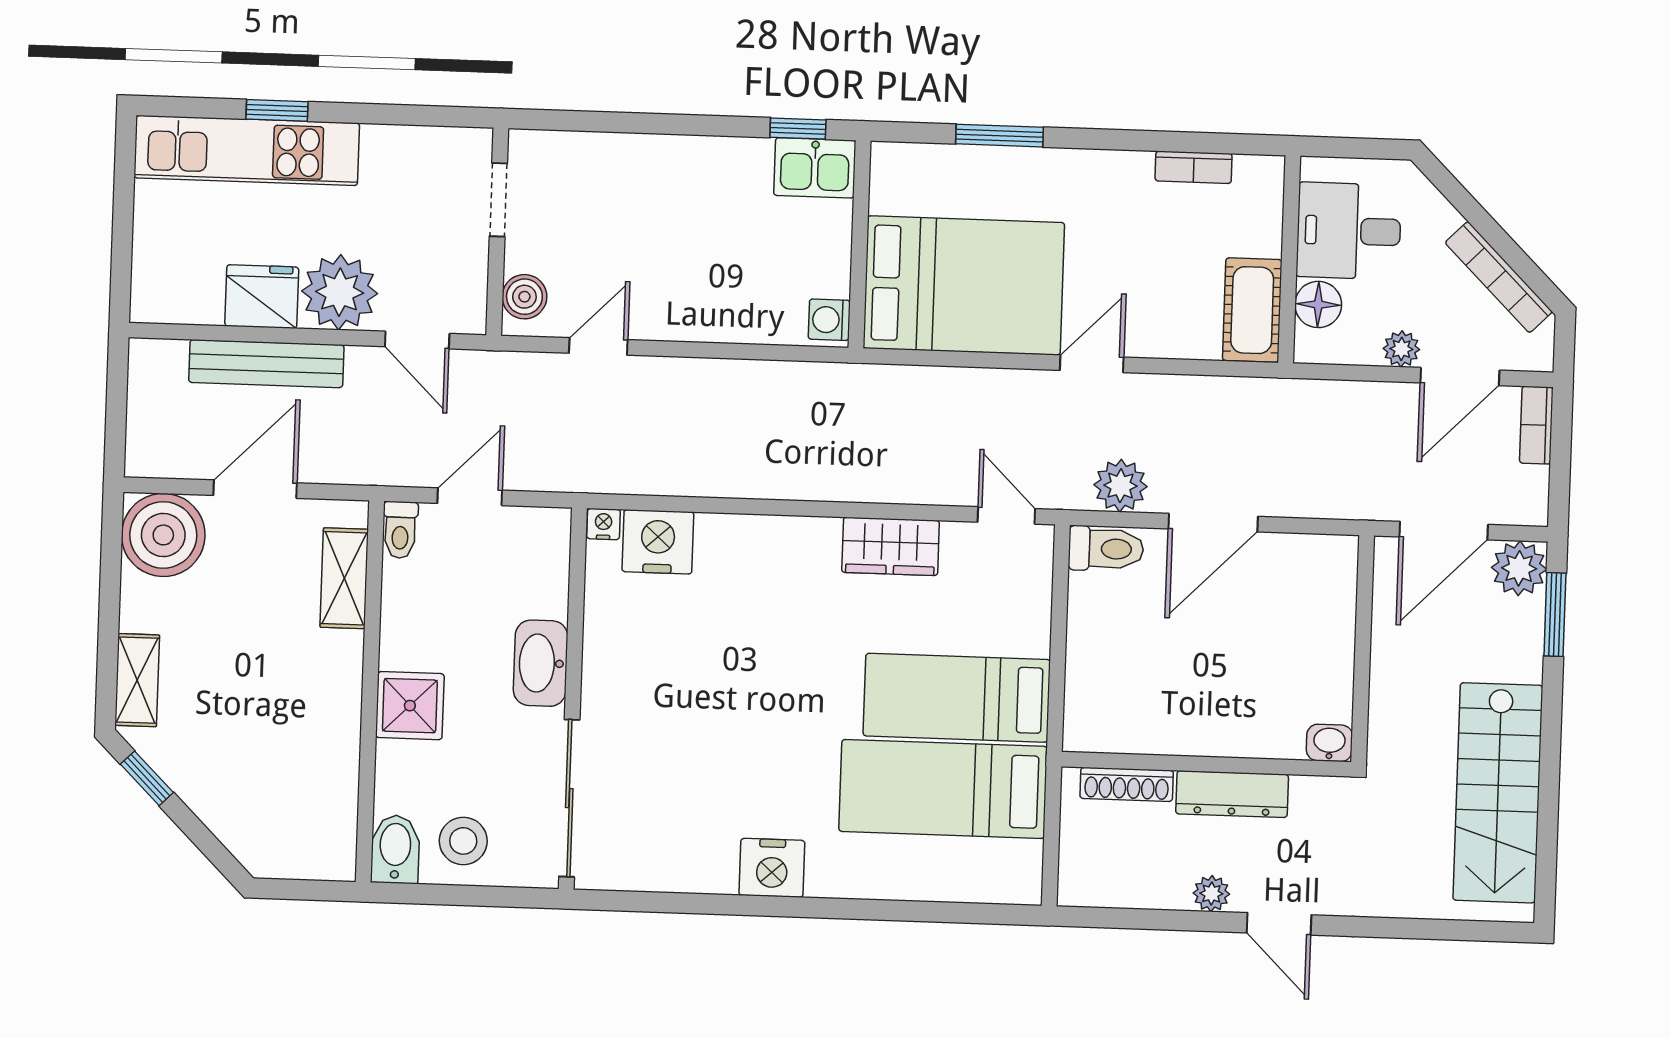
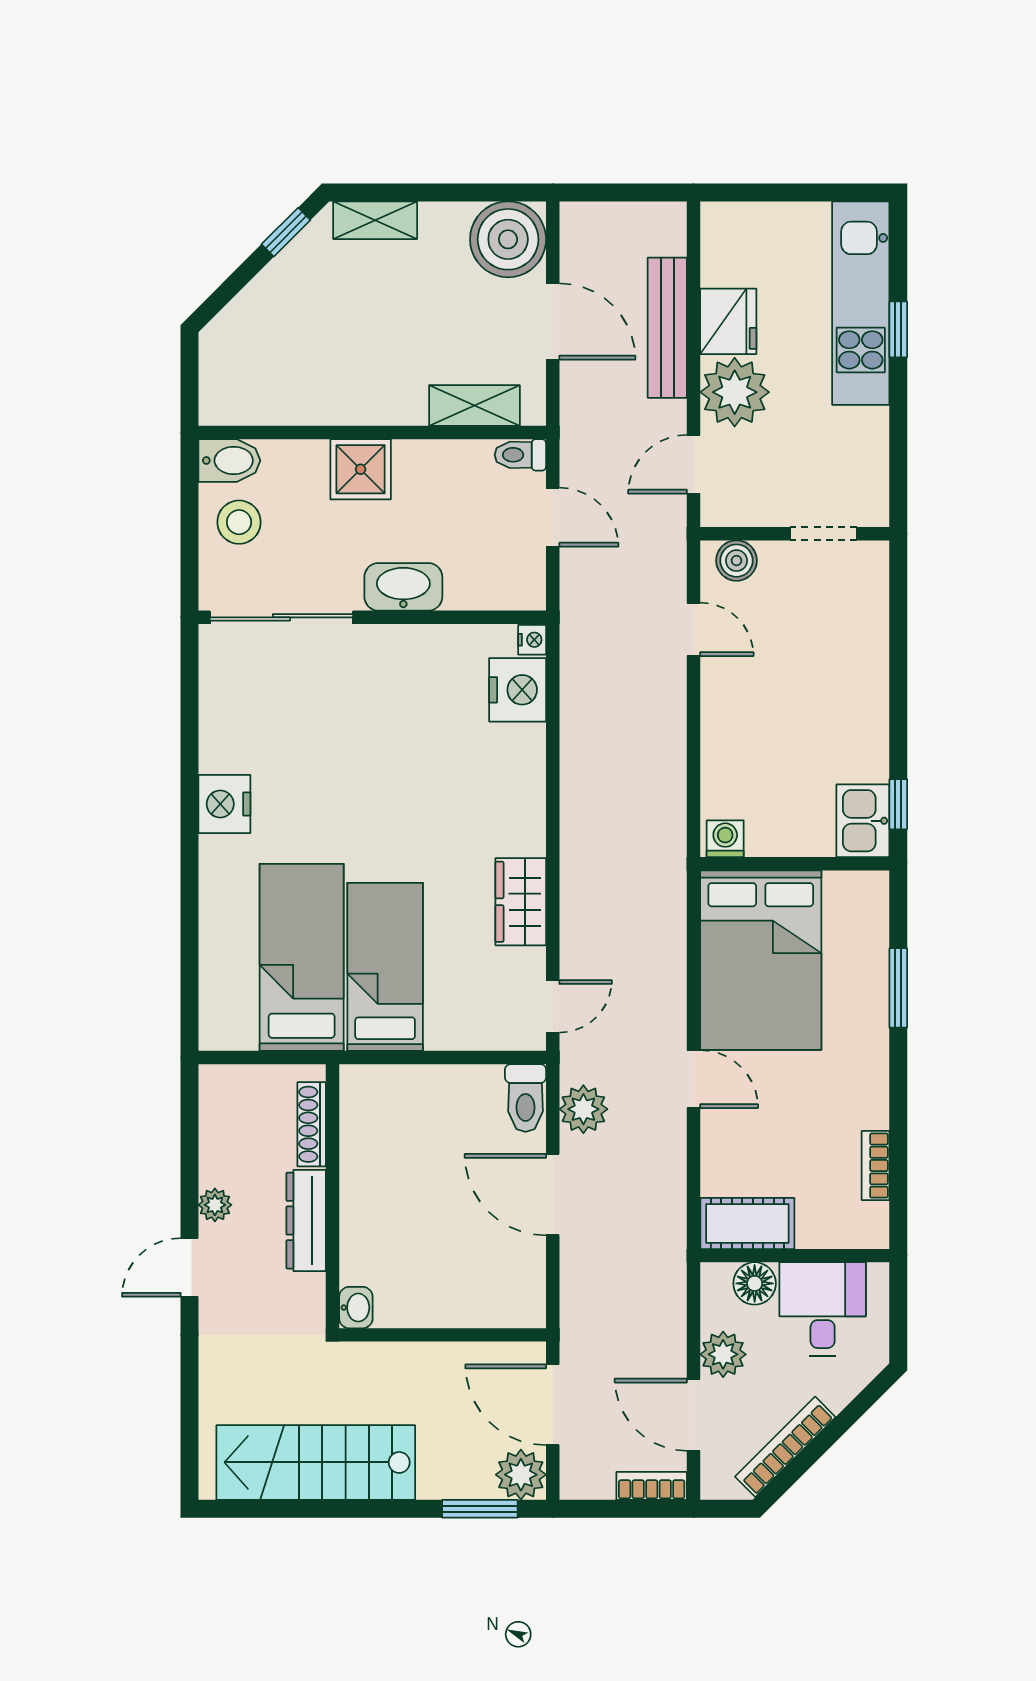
plant: (1401, 349) -> (723, 1354), width x1.38, depth x1.38

